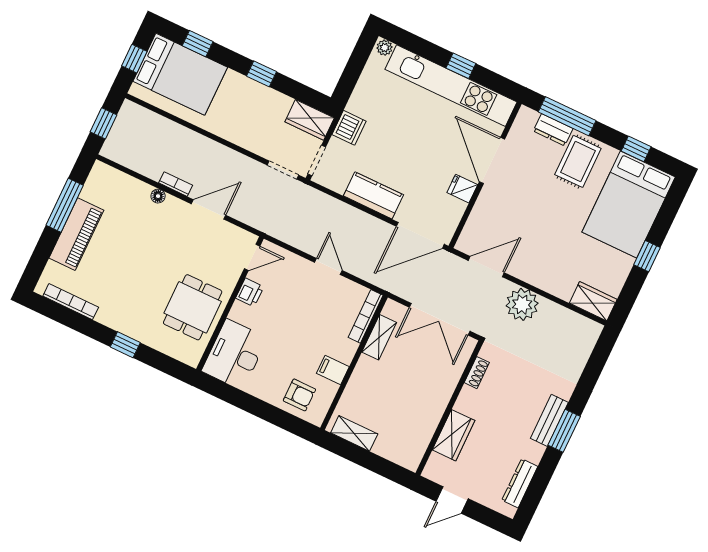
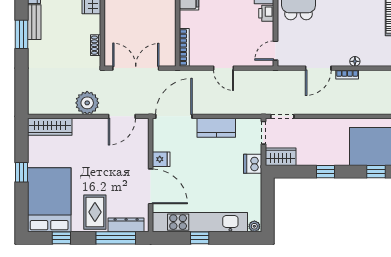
dresser: (553, 130) -> (126, 225), width x1.44
printer: (250, 292) -> (266, 13), moved
wardrobe: (593, 301) -> (50, 127), width x1.50
shelving: (379, 337) -> (169, 38), removed
bench: (549, 420) -> (34, 22), moved

